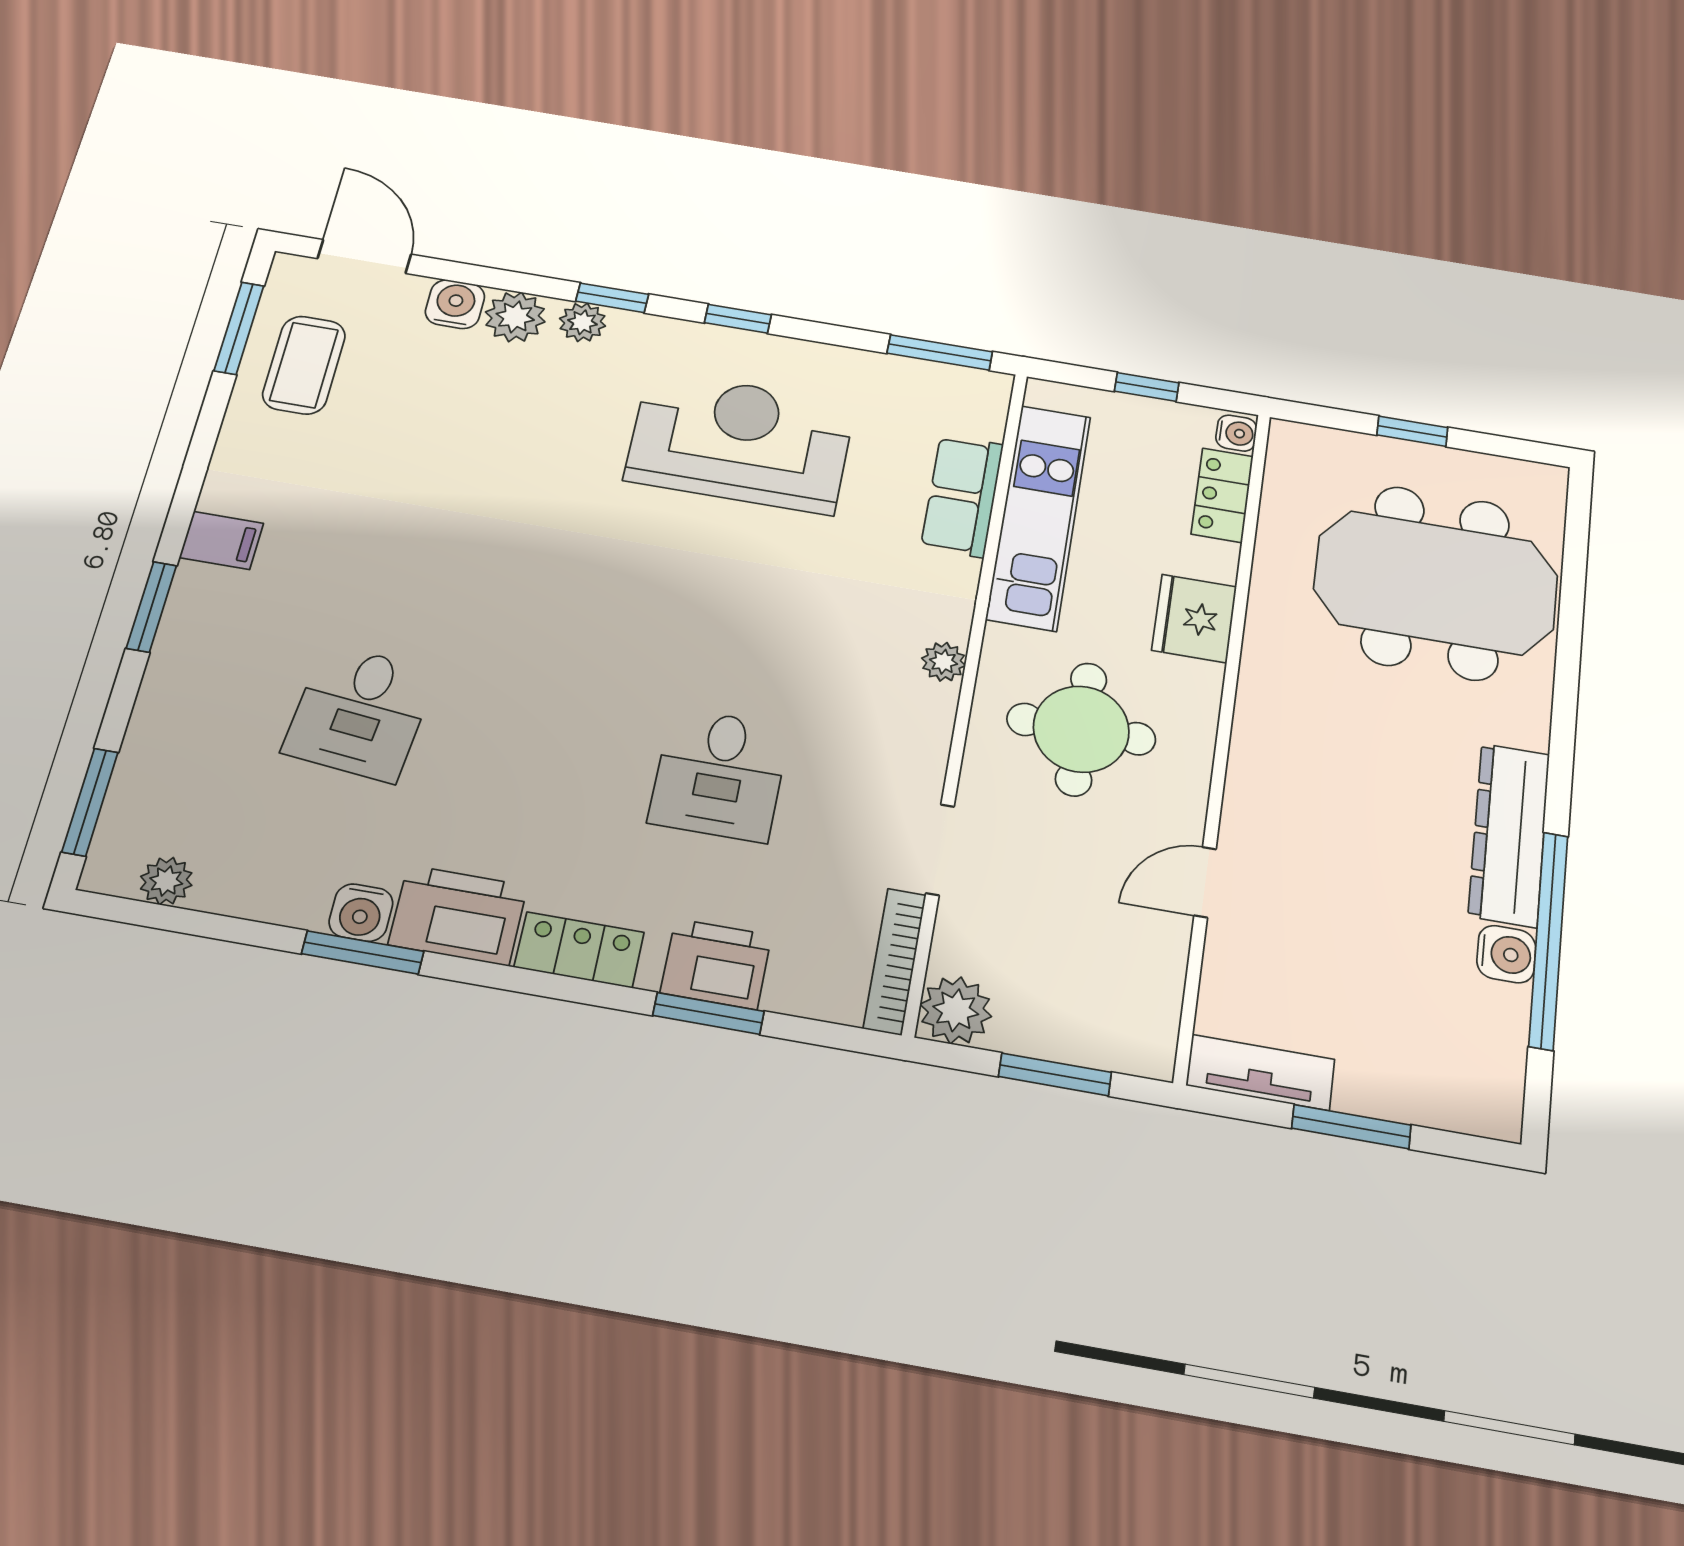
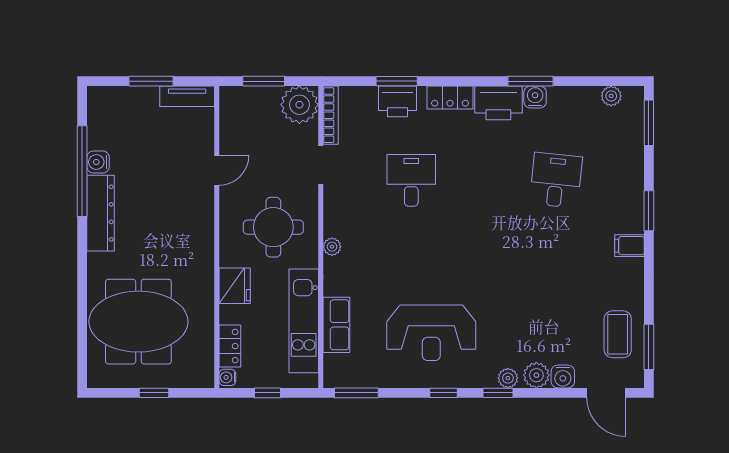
plant: (956, 1010) -> (299, 105), width x1.36, depth x1.36

